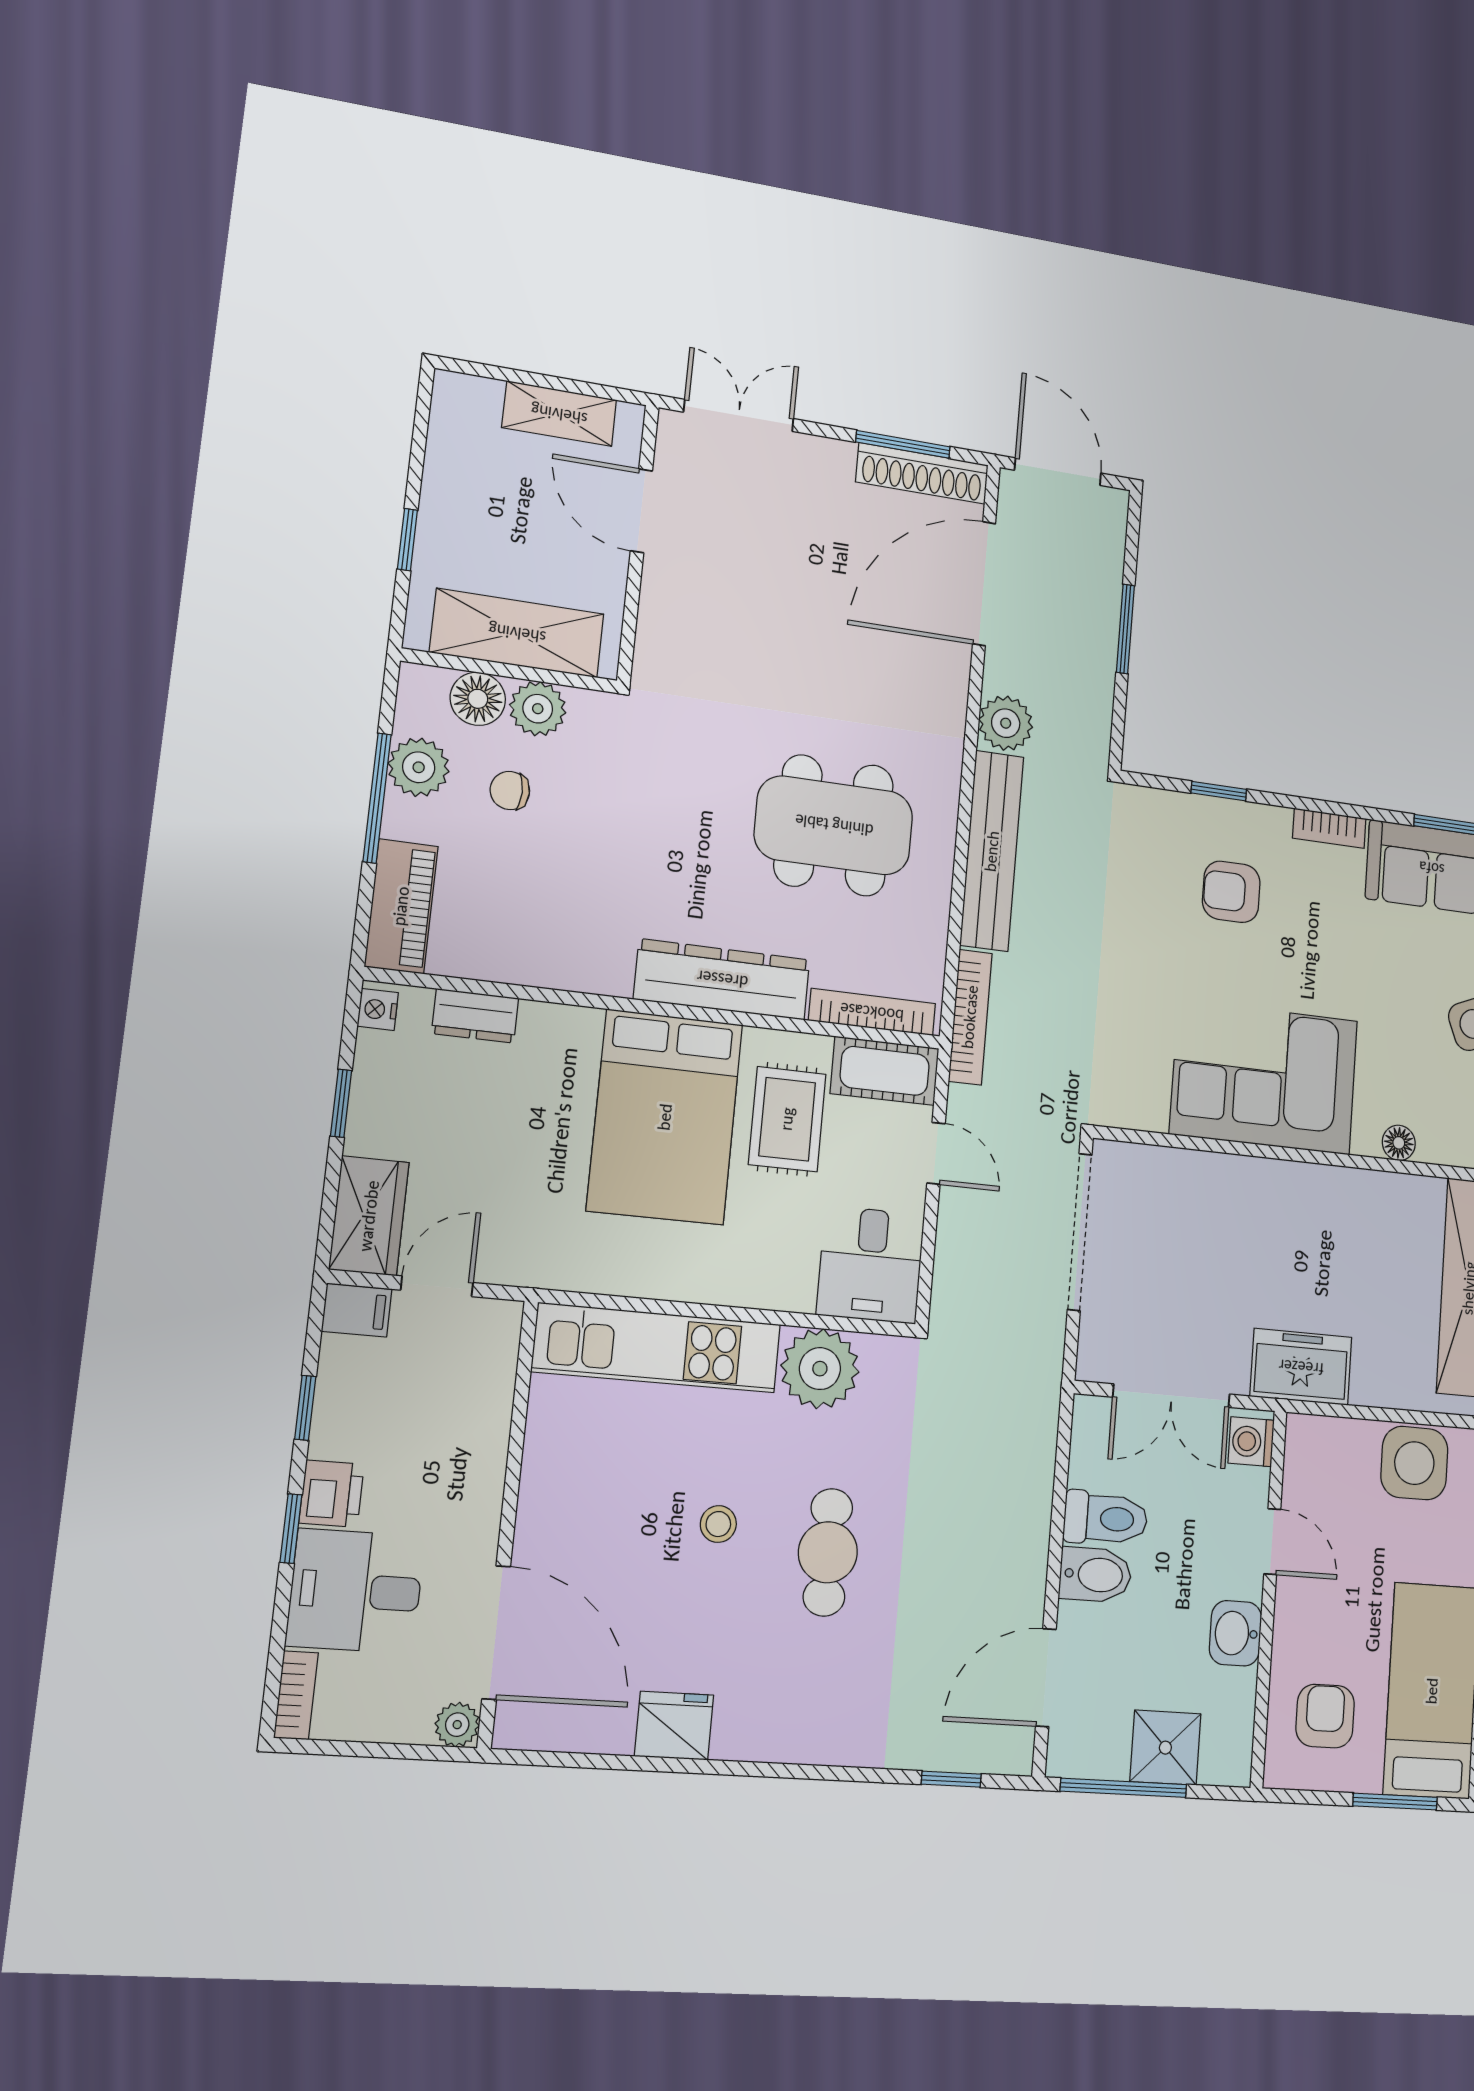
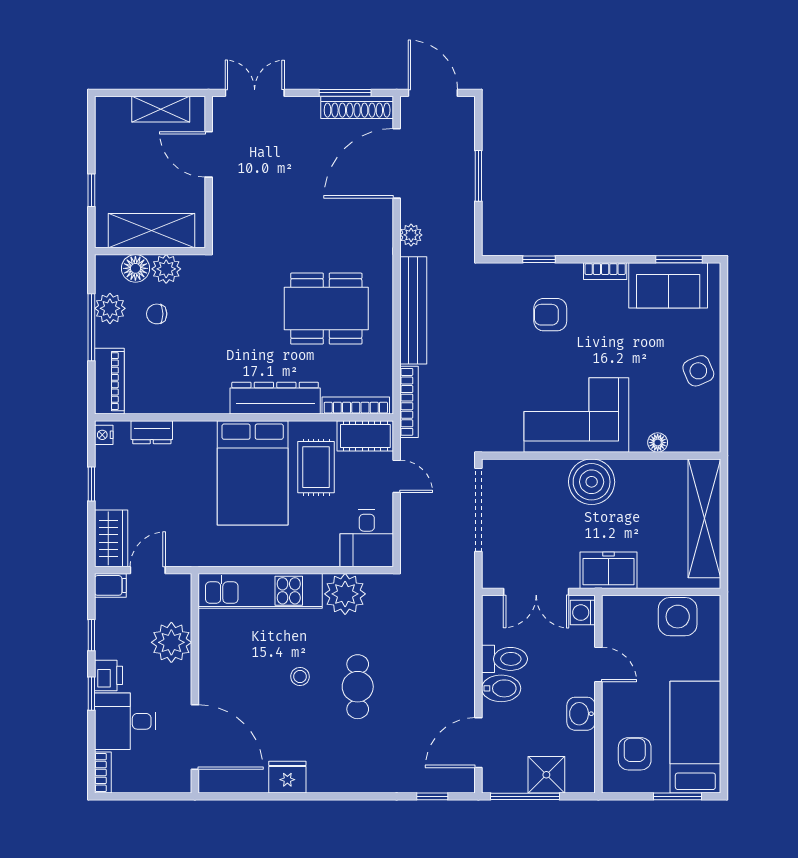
plant: (1006, 723) -> (411, 235), width x0.73, depth x0.73
boiler: (1282, 1201) -> (592, 482), added
plant: (457, 1725) -> (171, 642), moved, width x1.88, depth x1.88

